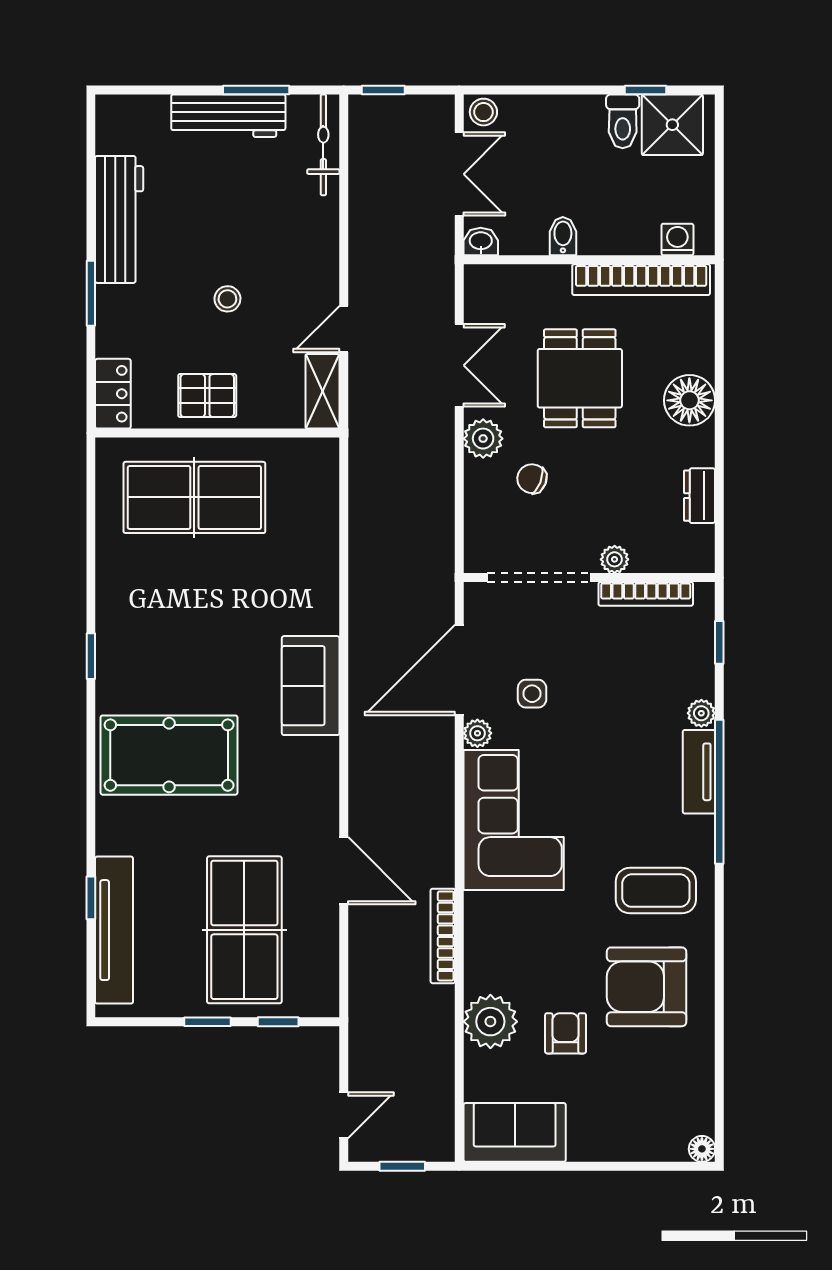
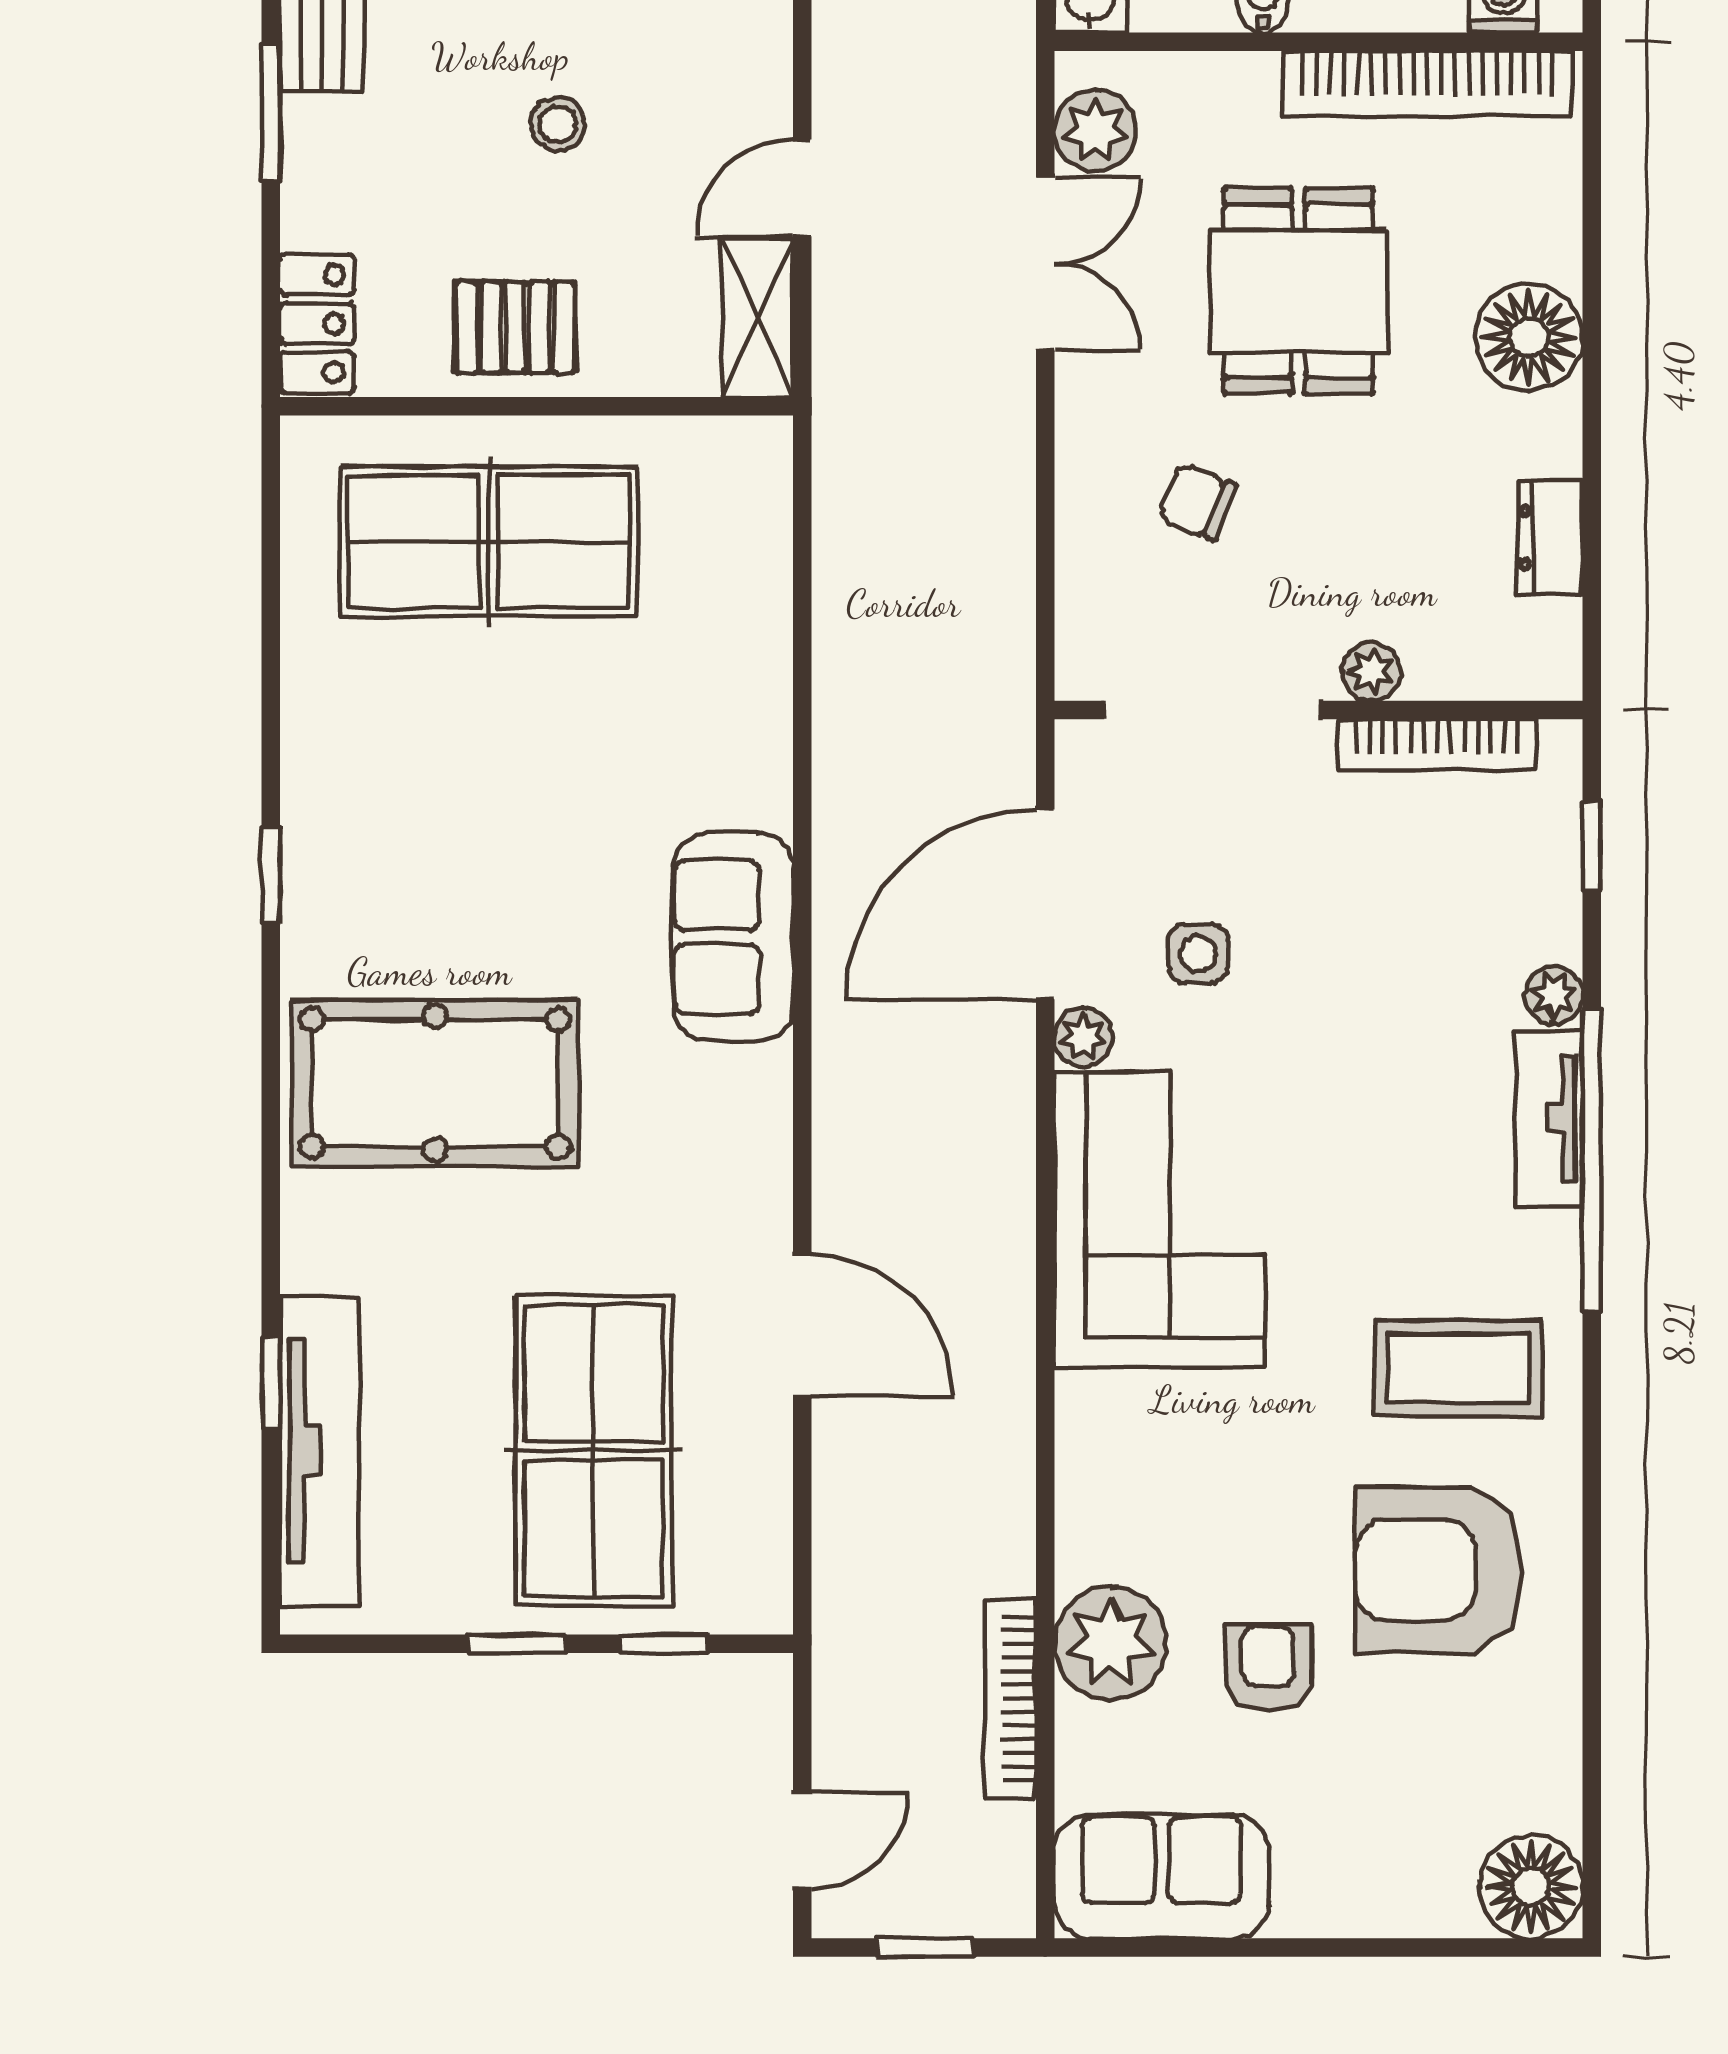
plant: (483, 439) -> (1095, 130), moved
bookcase: (443, 936) -> (1011, 1698), moved
floor lamp: (702, 1149) -> (1531, 1887), width x1.89, depth x1.89

